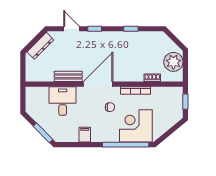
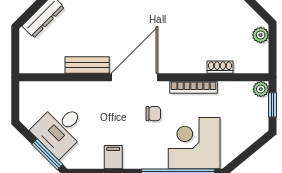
plant: (173, 62) -> (261, 35), width x0.53, depth x0.53
plant: (178, 92) -> (261, 89), added
desk: (63, 101) -> (60, 129), moved, turned -135

